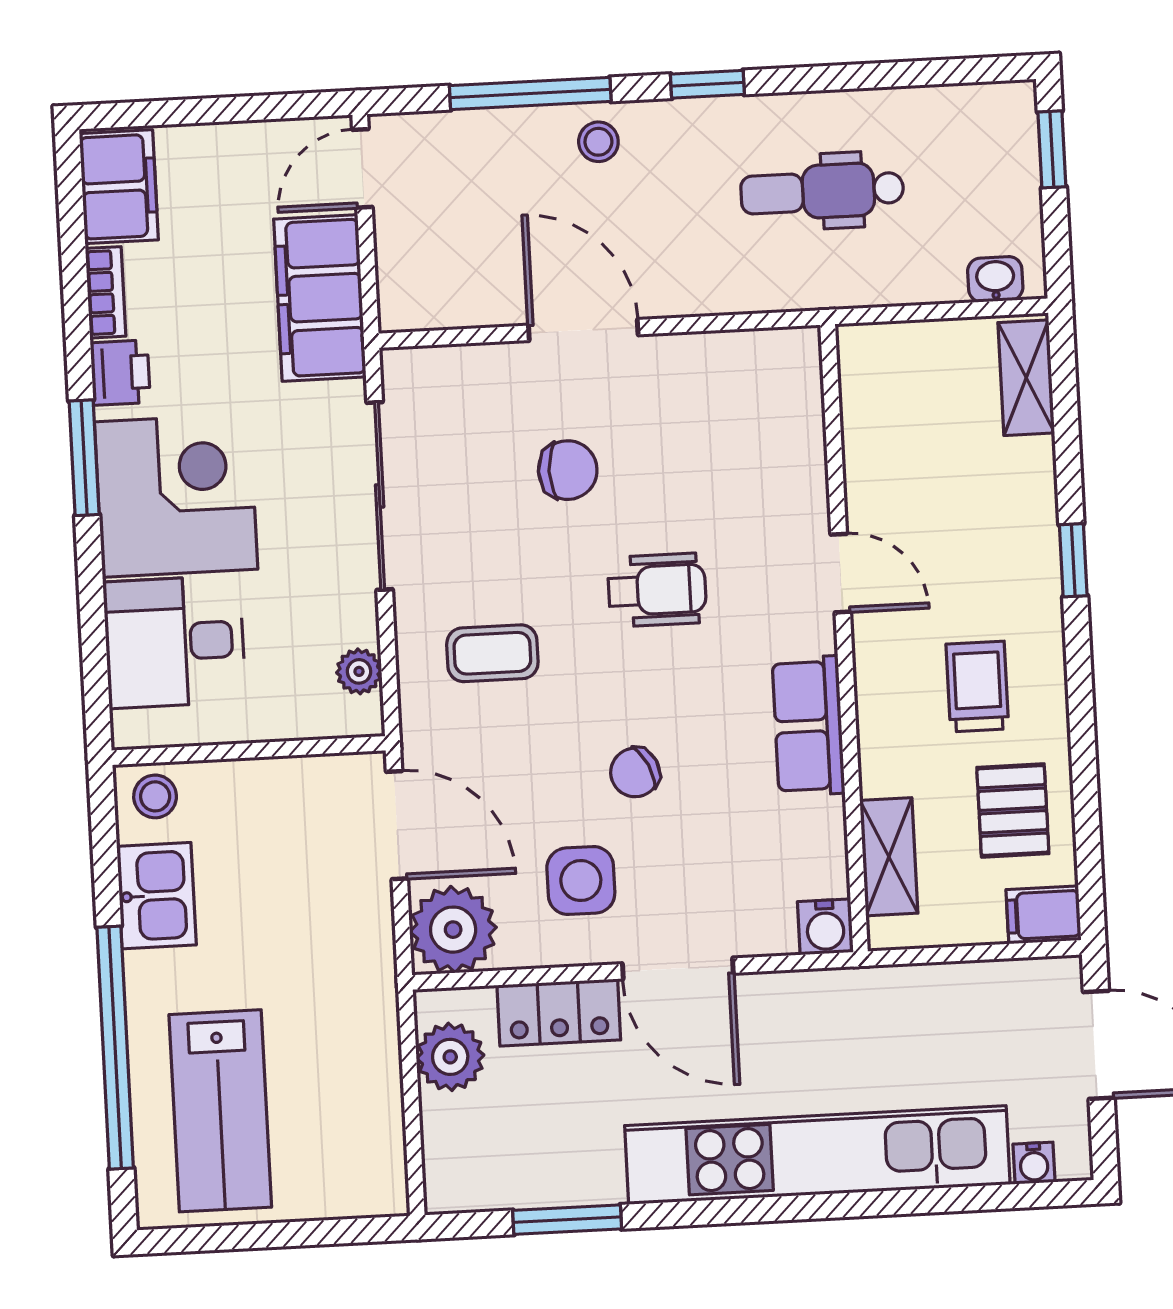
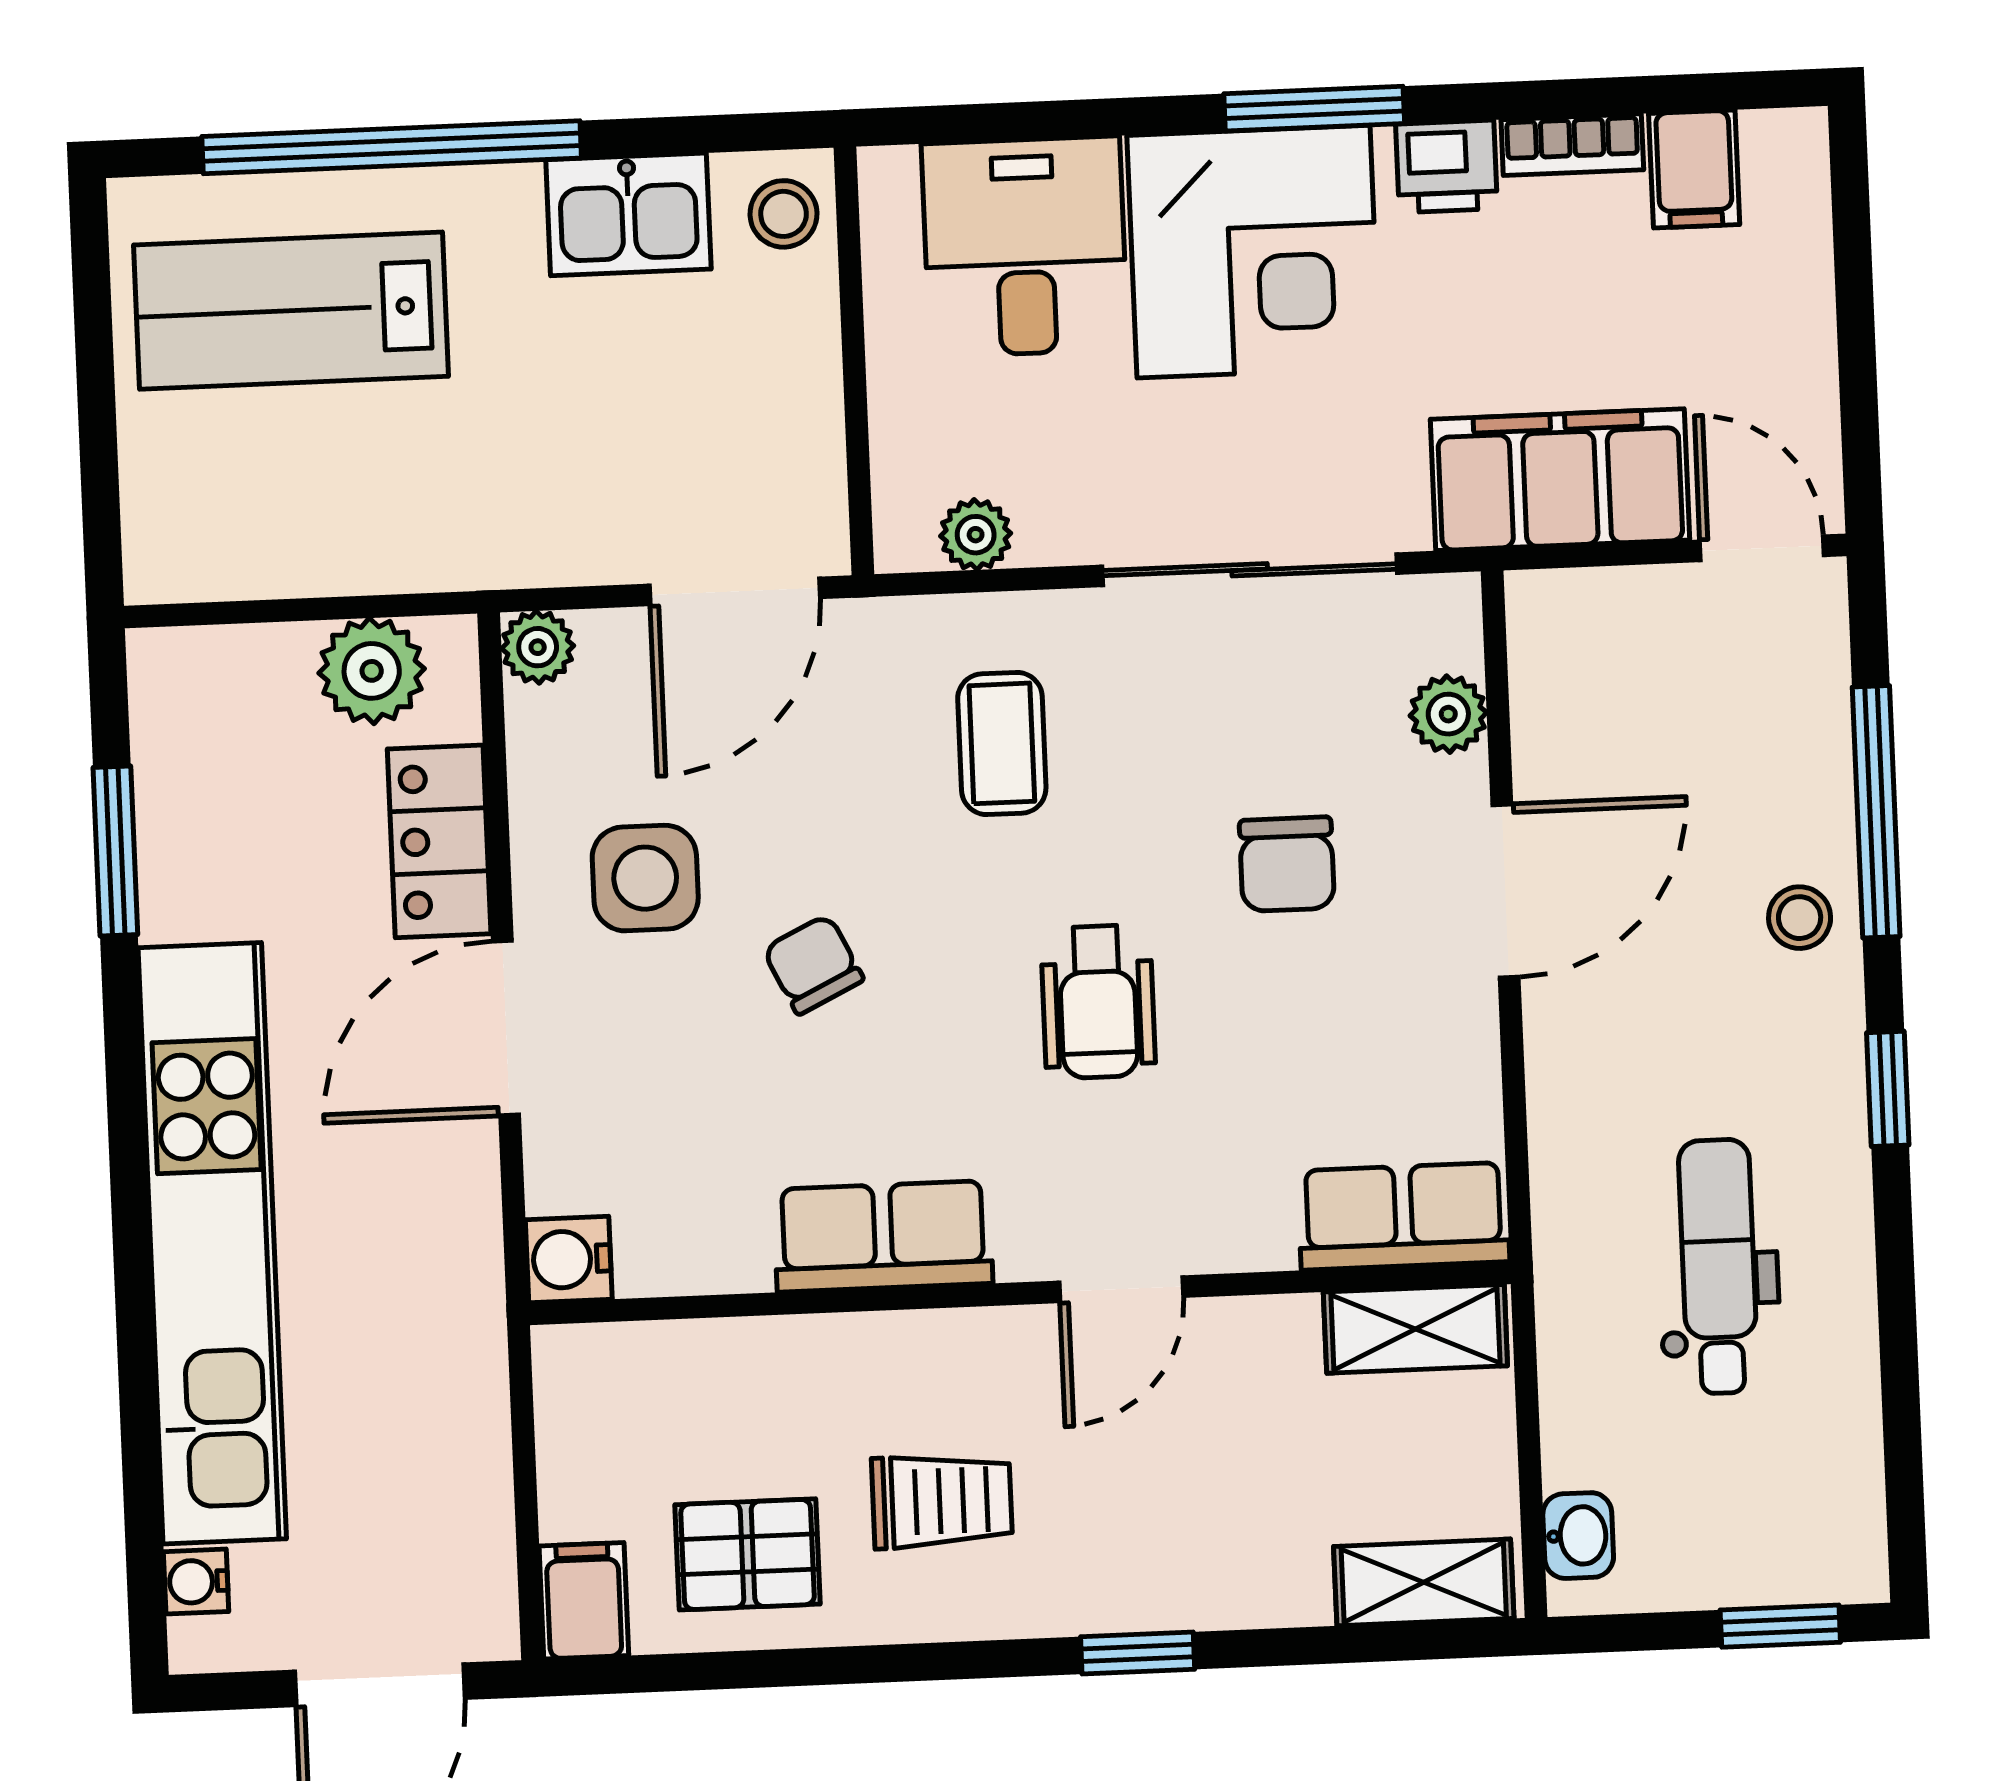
filing cabinet: (119, 187) -> (1694, 169), width x0.50
plant: (471, 368) -> (1448, 714), added
row of seats: (792, 393) -> (1404, 1216), added
shelving: (889, 857) -> (1415, 1329), moved
plant: (453, 930) -> (538, 647), width x0.53, depth x0.53

